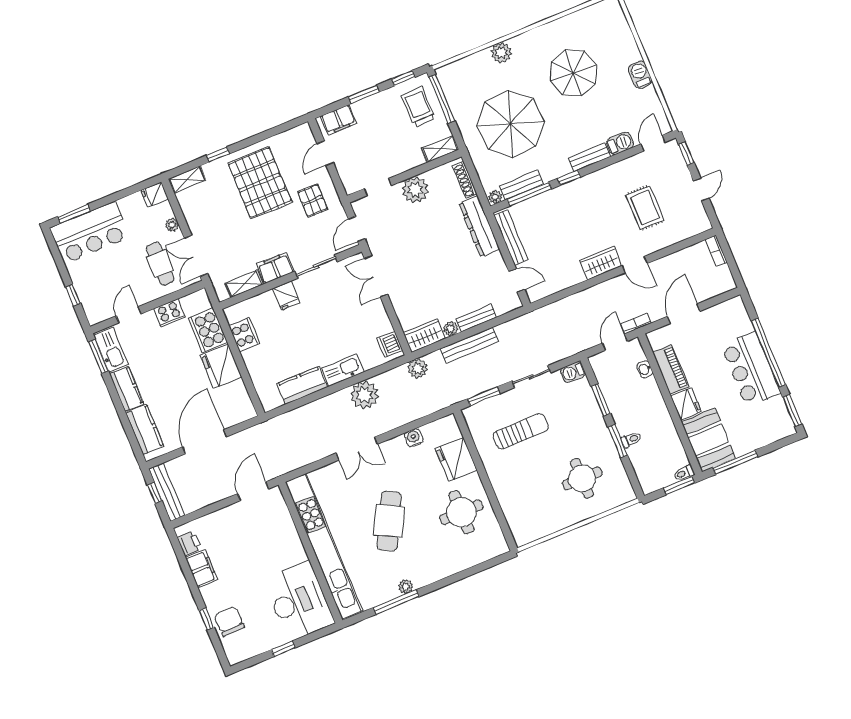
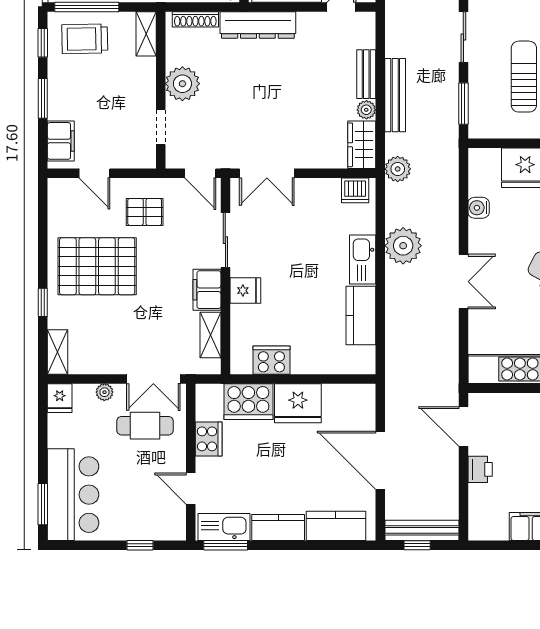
printer: (189, 543) -> (480, 469), moved, turned 90

